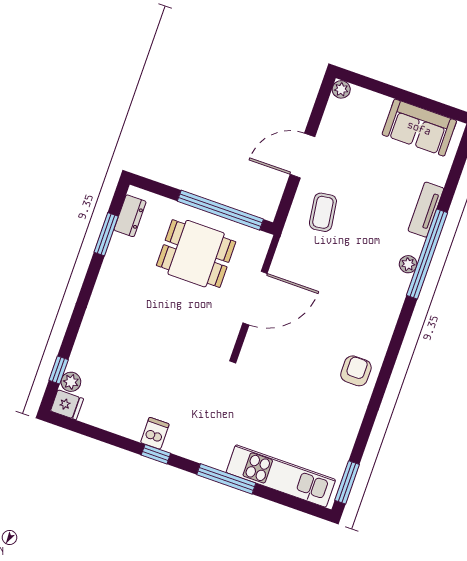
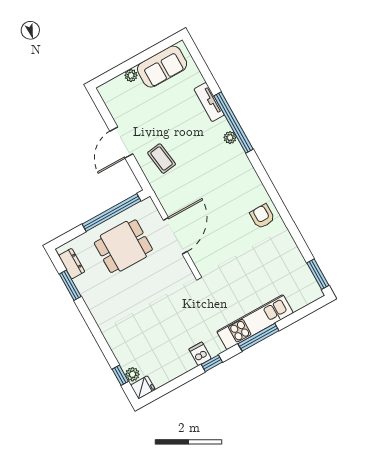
plant: (341, 89) -> (131, 75), moved
kitchen unit: (281, 476) -> (255, 322), moved

